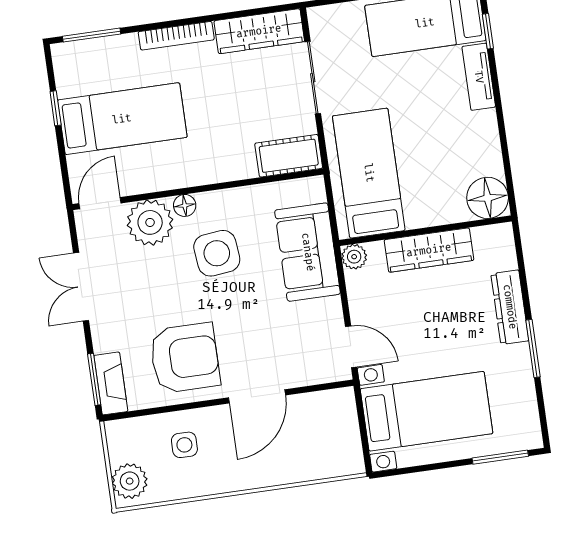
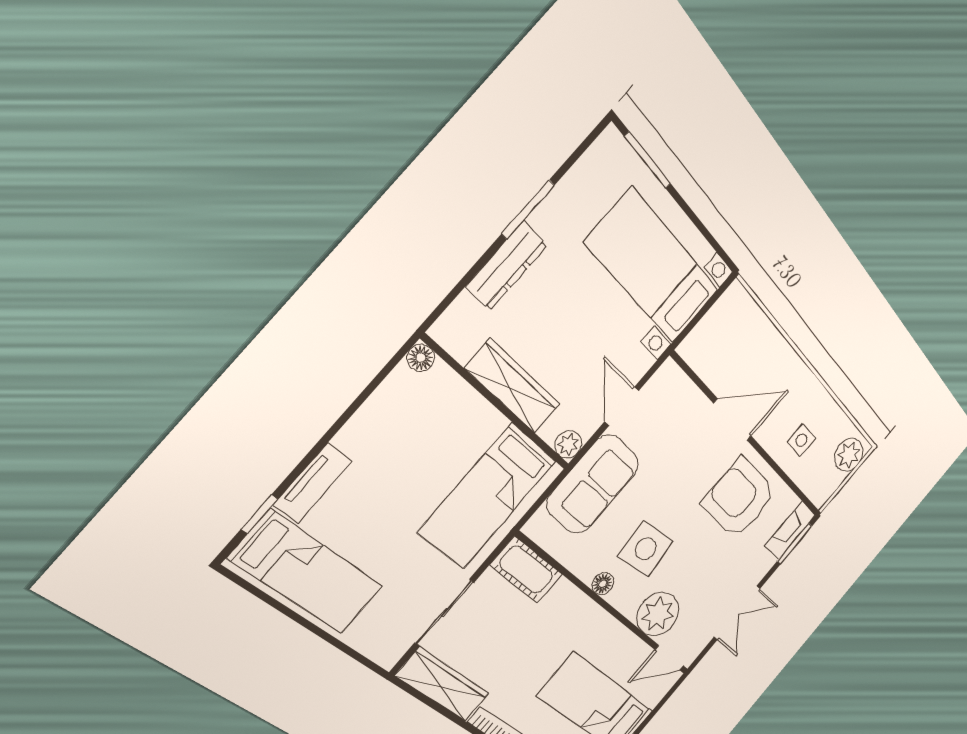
floor lamp: (488, 198) -> (421, 358), width x0.53, depth x0.53
floor lamp: (185, 205) -> (603, 584), moved
door: (351, 347) -> (622, 406), moved

